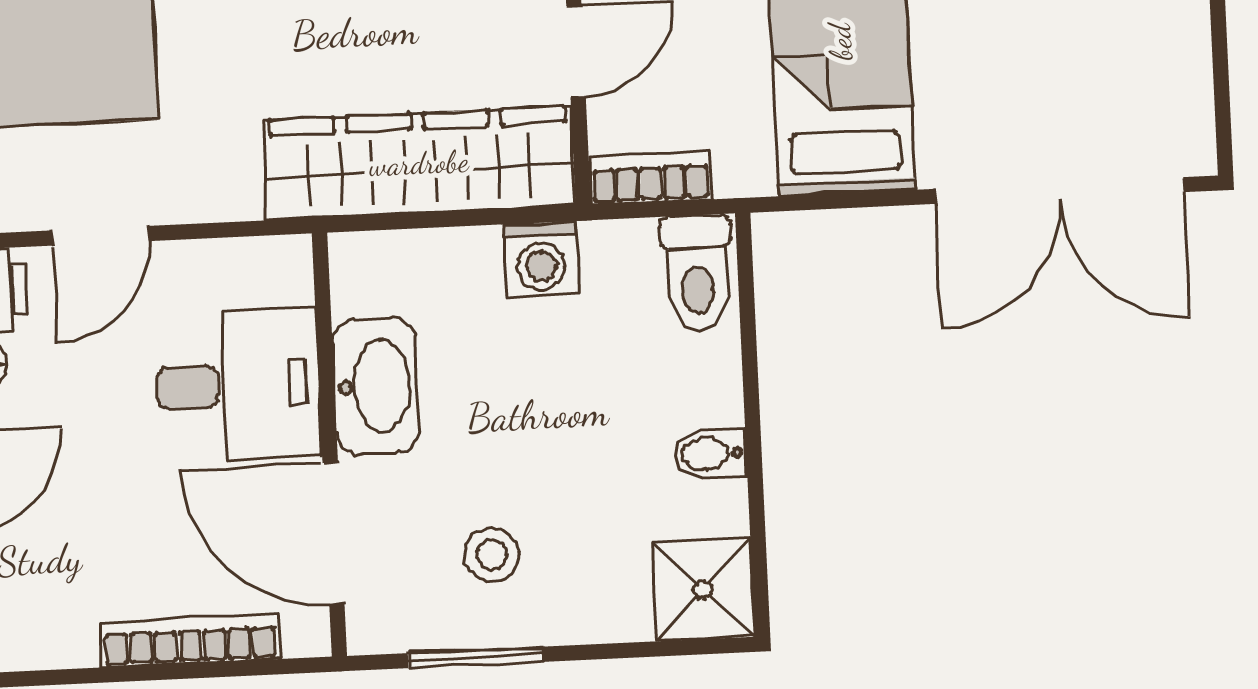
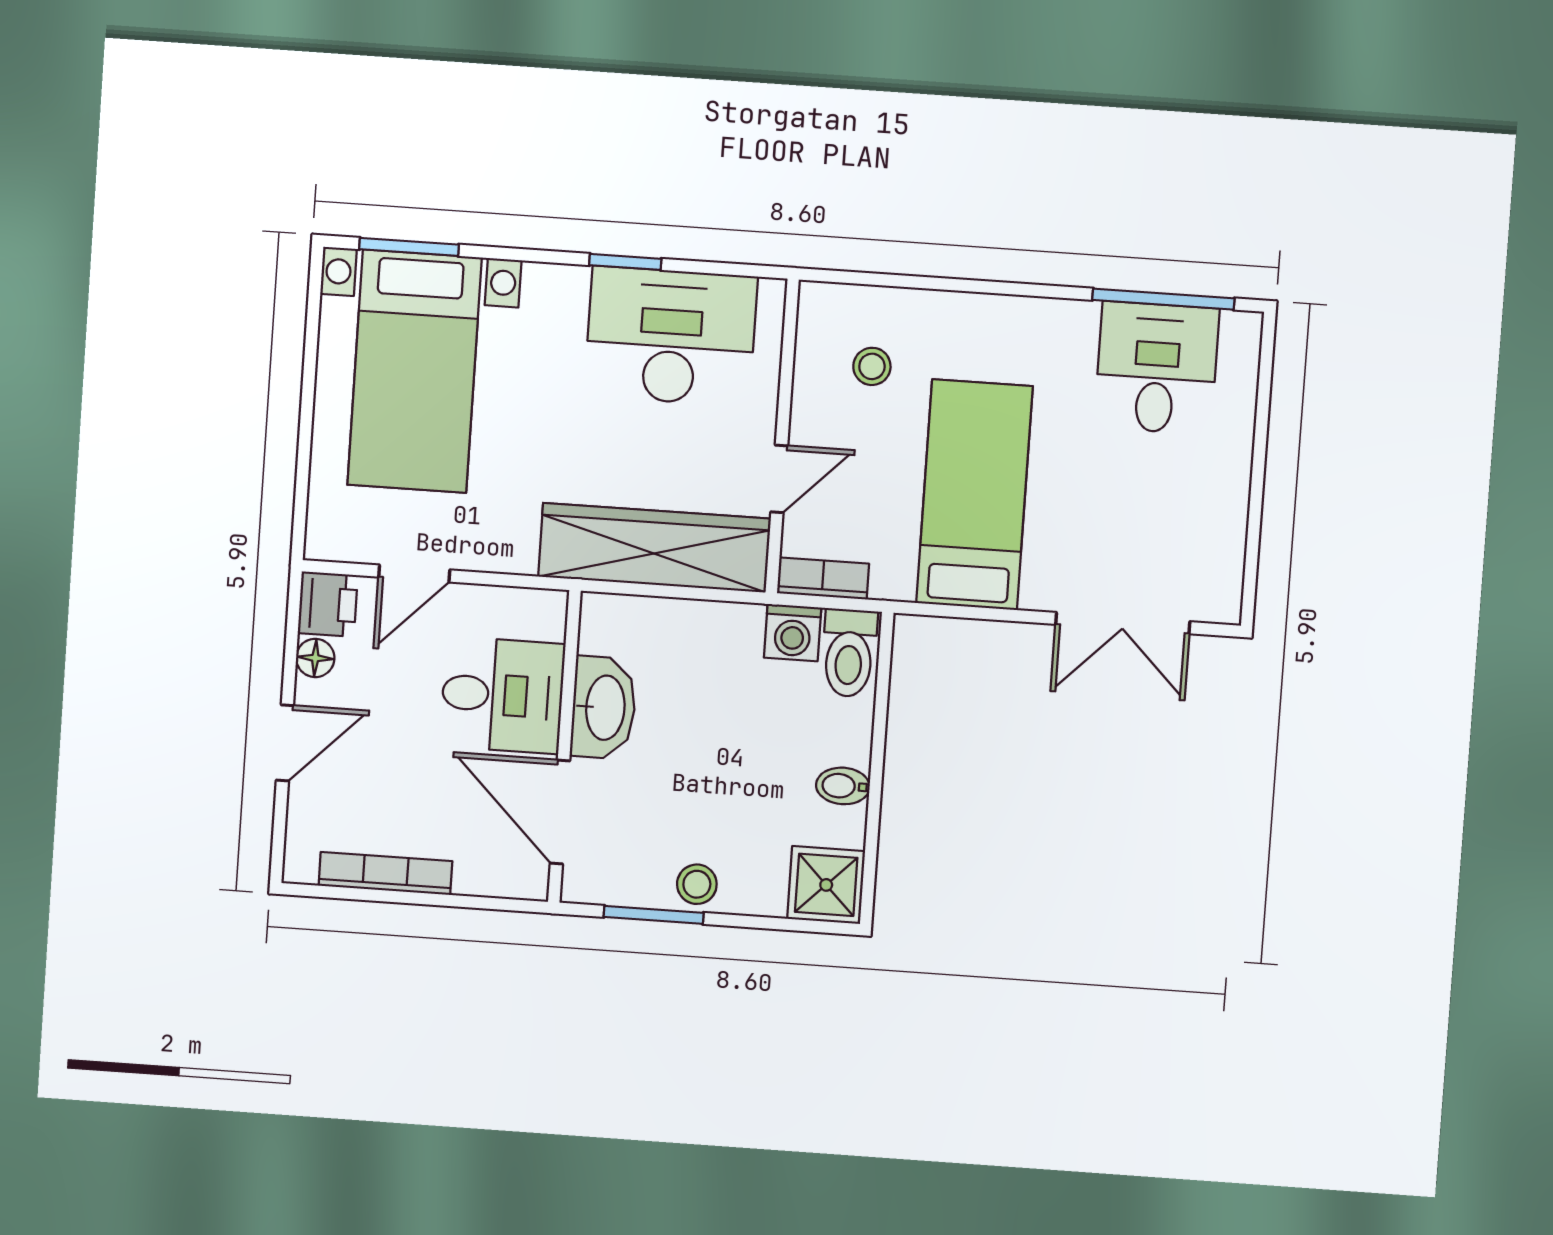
double door: (1059, 191) -> (1123, 623), width x0.73
washing machine: (541, 259) -> (793, 633), moved
stool: (492, 555) -> (697, 884), moved
bookcase: (190, 640) -> (385, 873), moved

